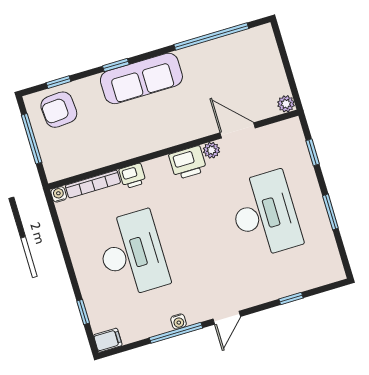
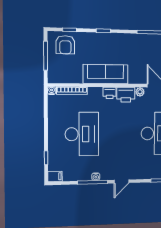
sofa: (141, 78) -> (106, 74), moved, turned 180
armchair: (59, 110) -> (65, 45), turned -86
printer: (132, 176) -> (110, 93), moved

